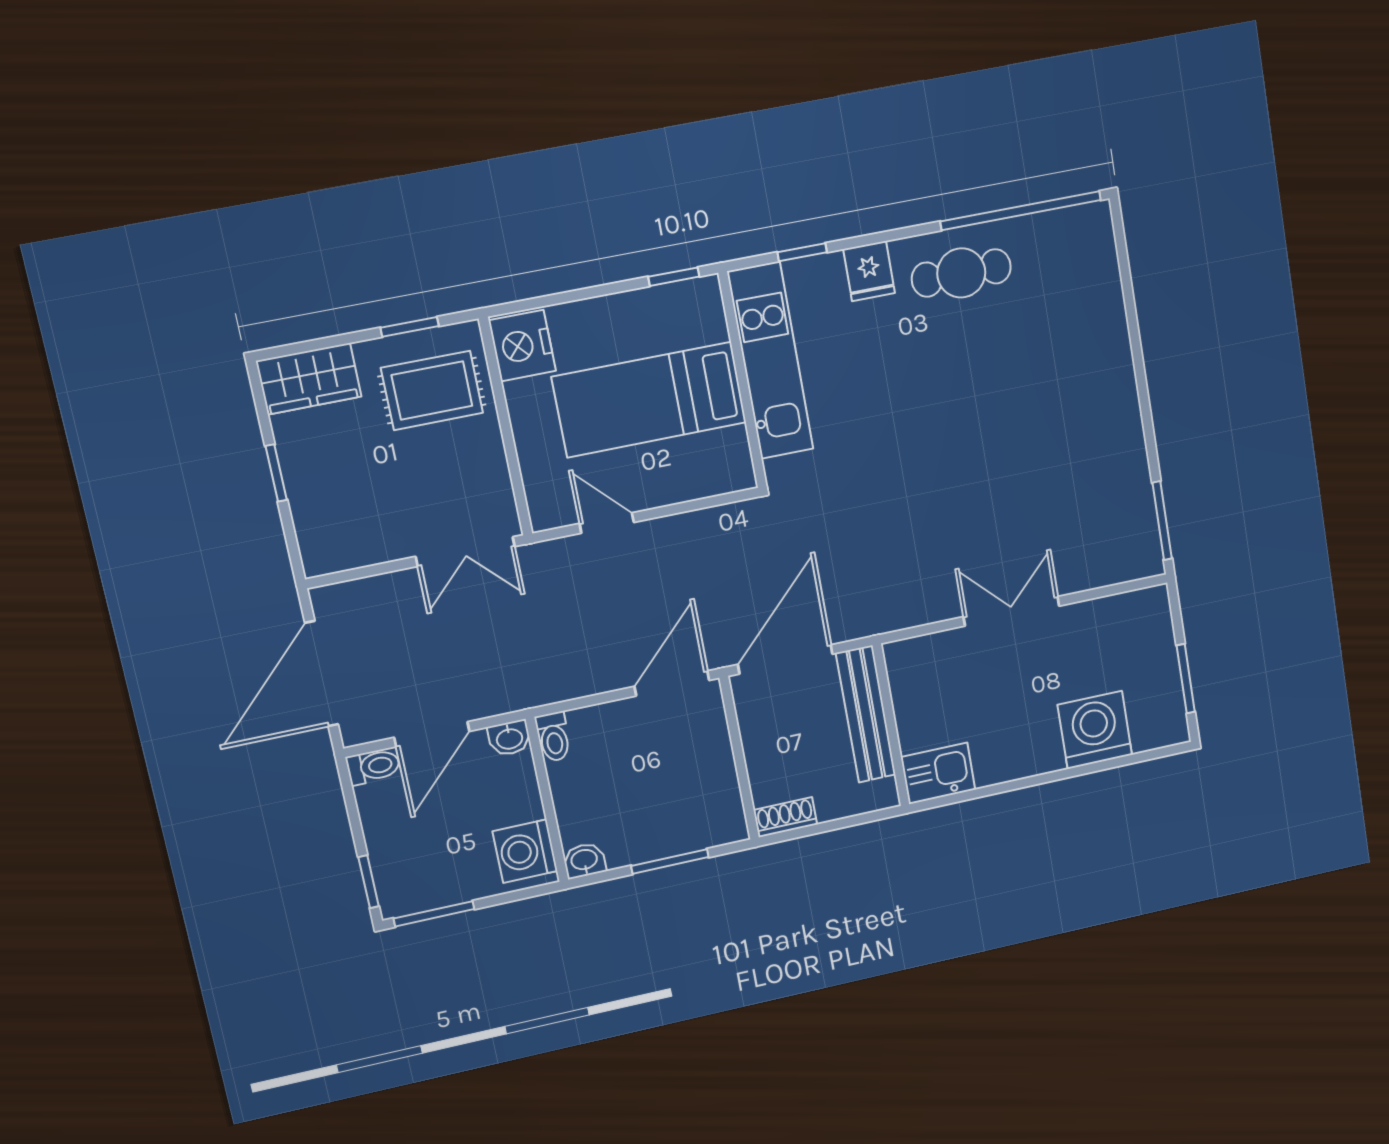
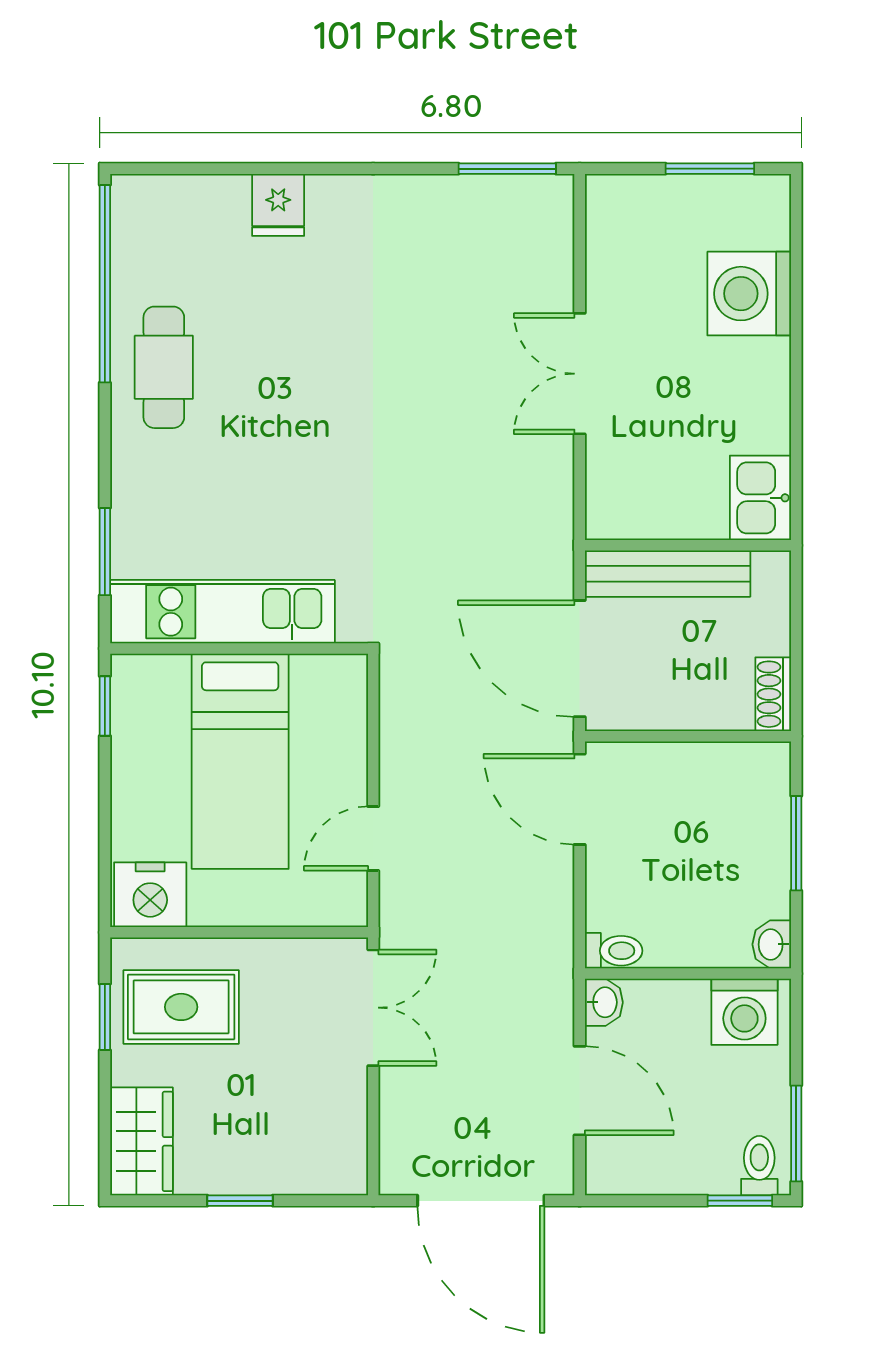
window: (802, 252) -> (105, 552), width x1.50
fridge: (869, 271) -> (278, 205), moved, turned 90
rug: (432, 390) -> (181, 1007), turned 90
toilet: (373, 766) -> (759, 1166), moved

